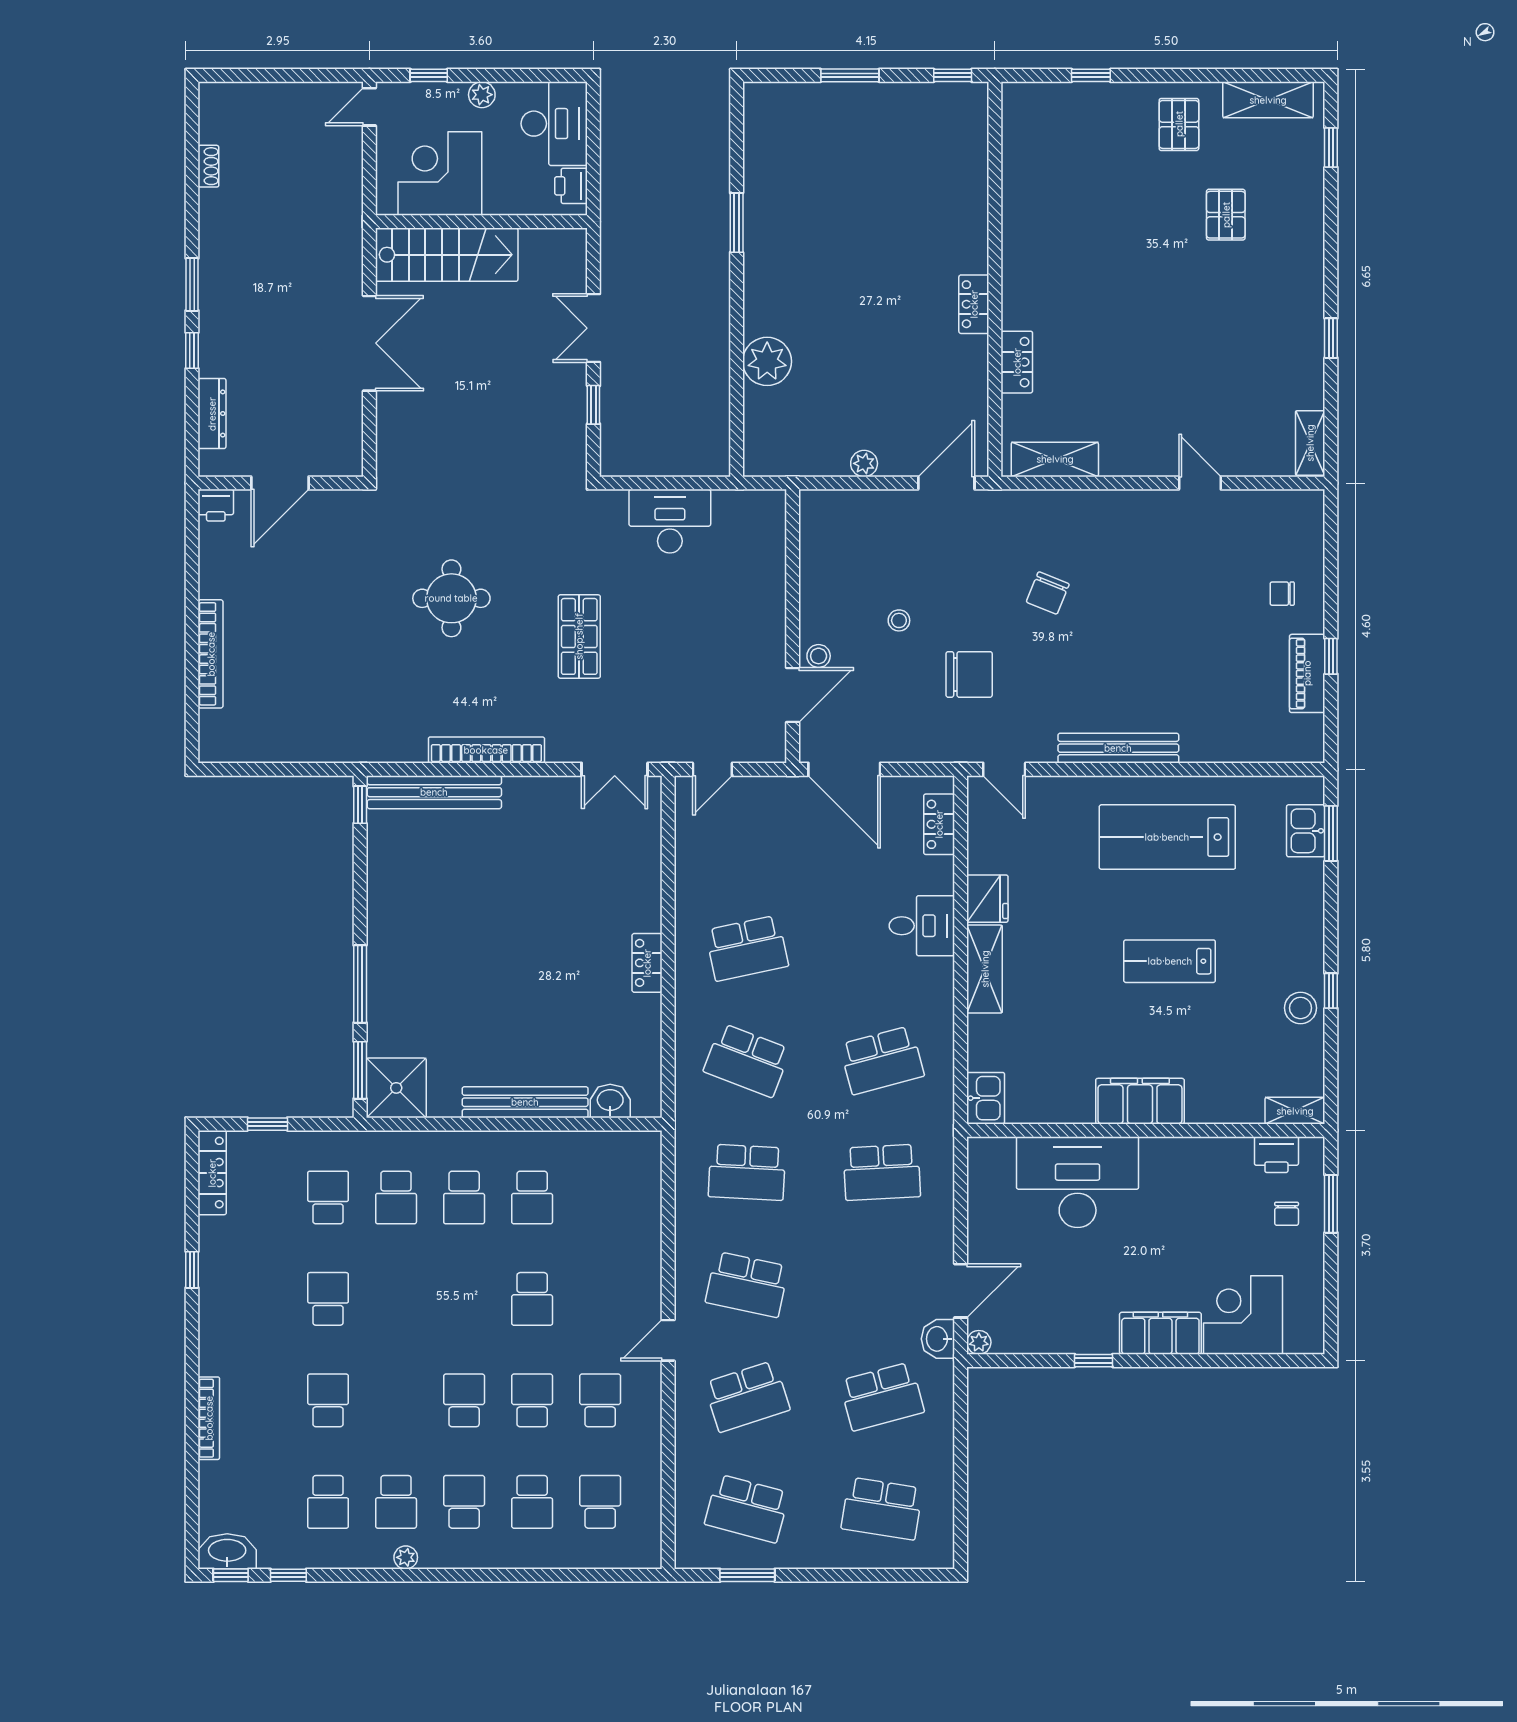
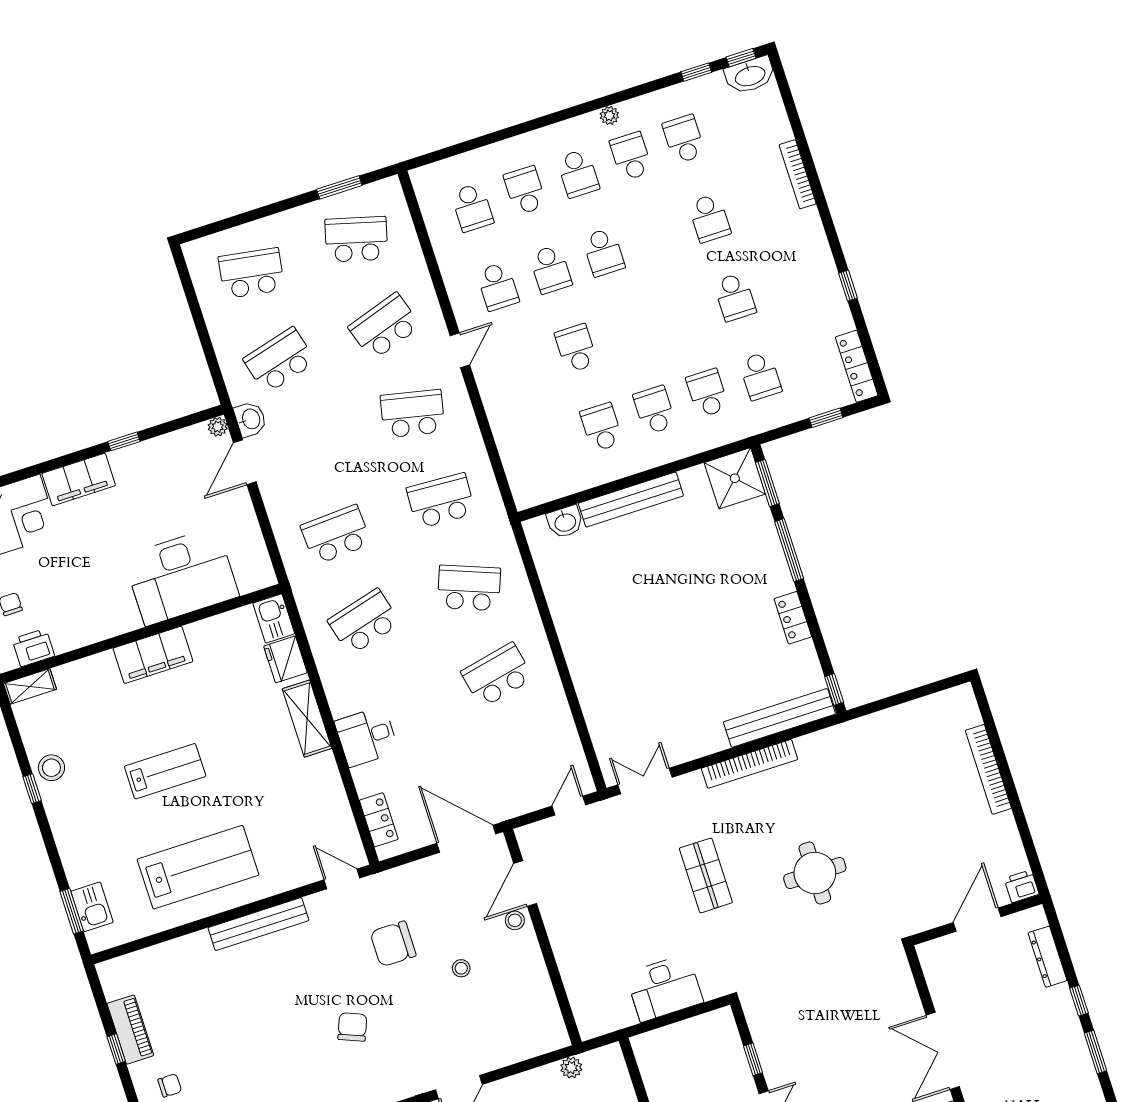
plant: (864, 463) -> (571, 1068), moved
fridge: (987, 899) -> (285, 659), moved
locker: (647, 963) -> (793, 618), moved, turned 180

